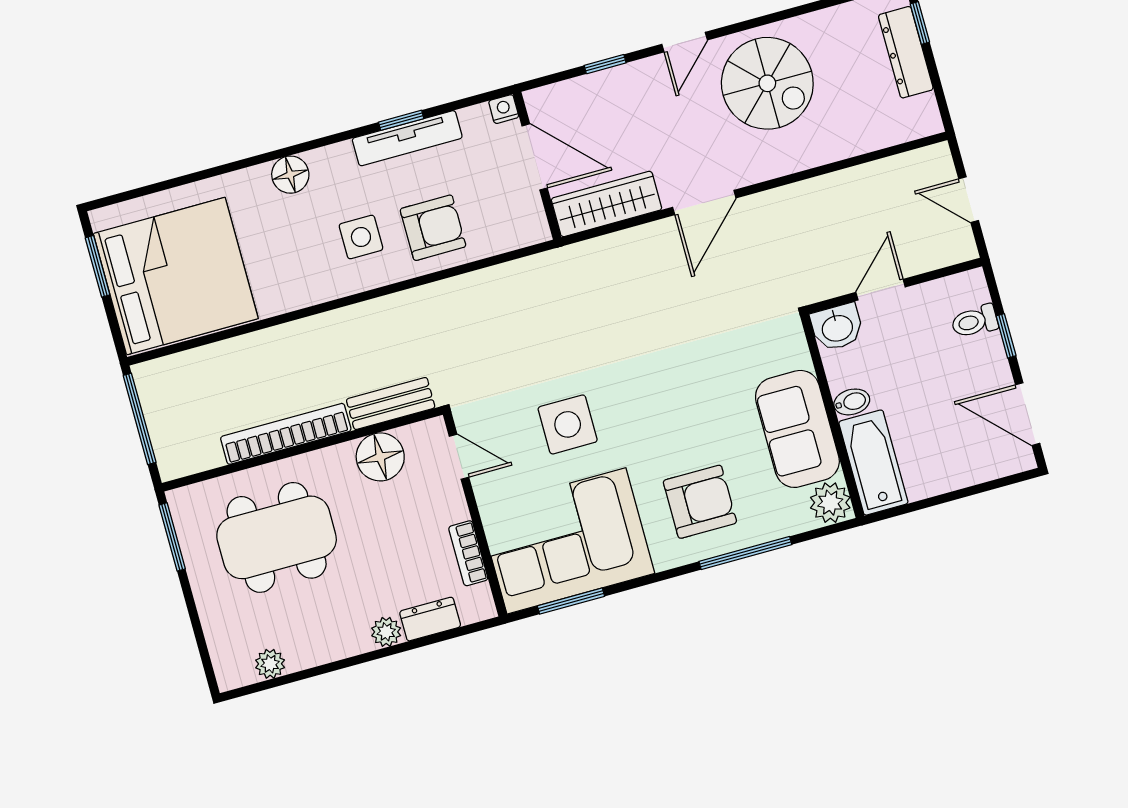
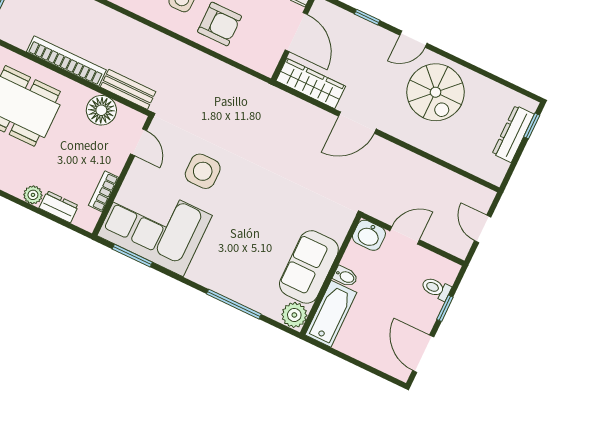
armchair: (700, 502) -> (233, 261), removed

